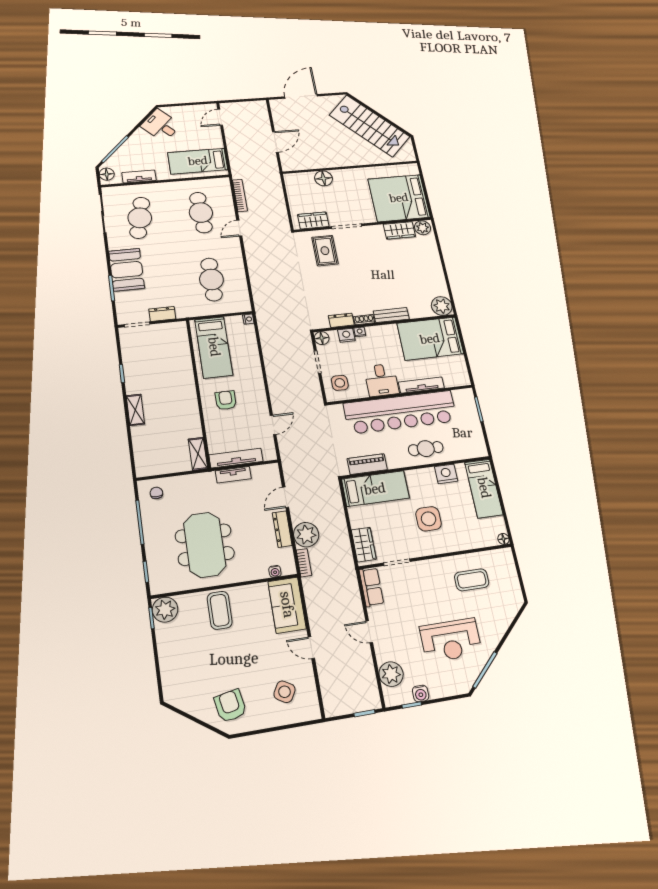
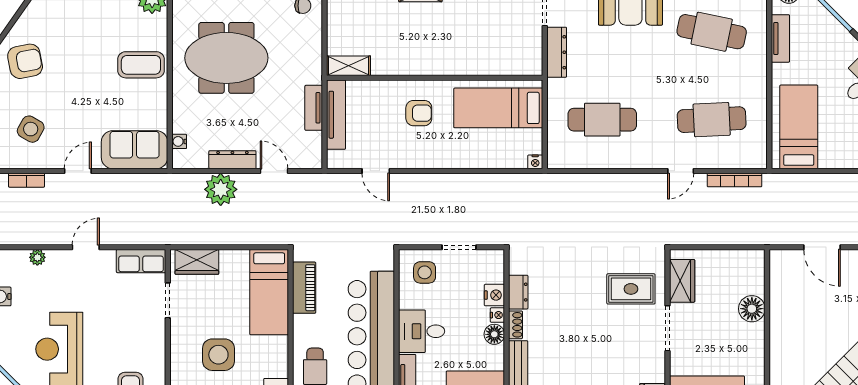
door: (239, 228) -> (681, 171), swing flipped
dresser: (162, 314) -> (557, 52), width x1.44
floor lamp: (322, 338) -> (494, 334), moved
bookcase: (304, 563) -> (27, 180), moved
plant: (391, 674) -> (37, 257), width x0.53, depth x0.53

